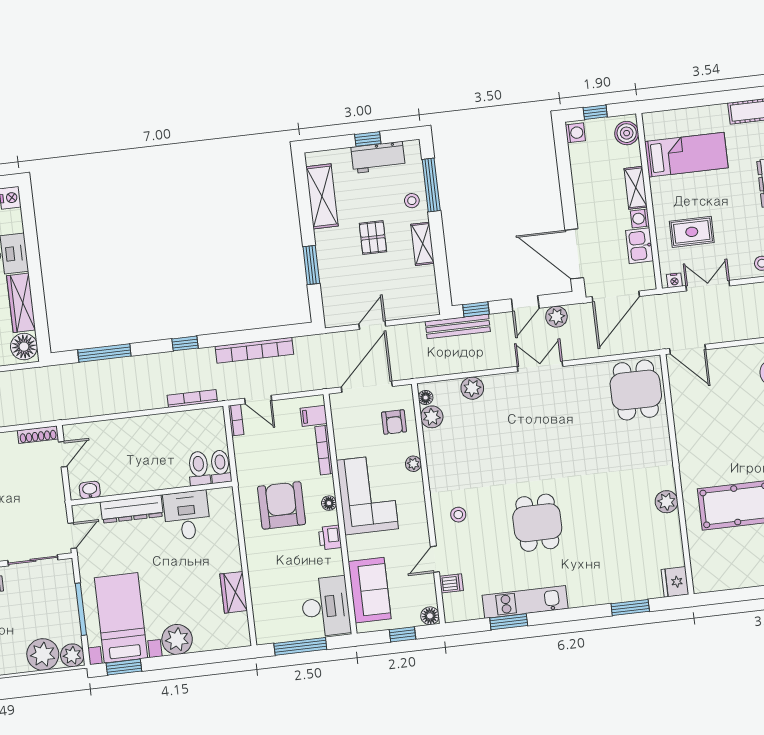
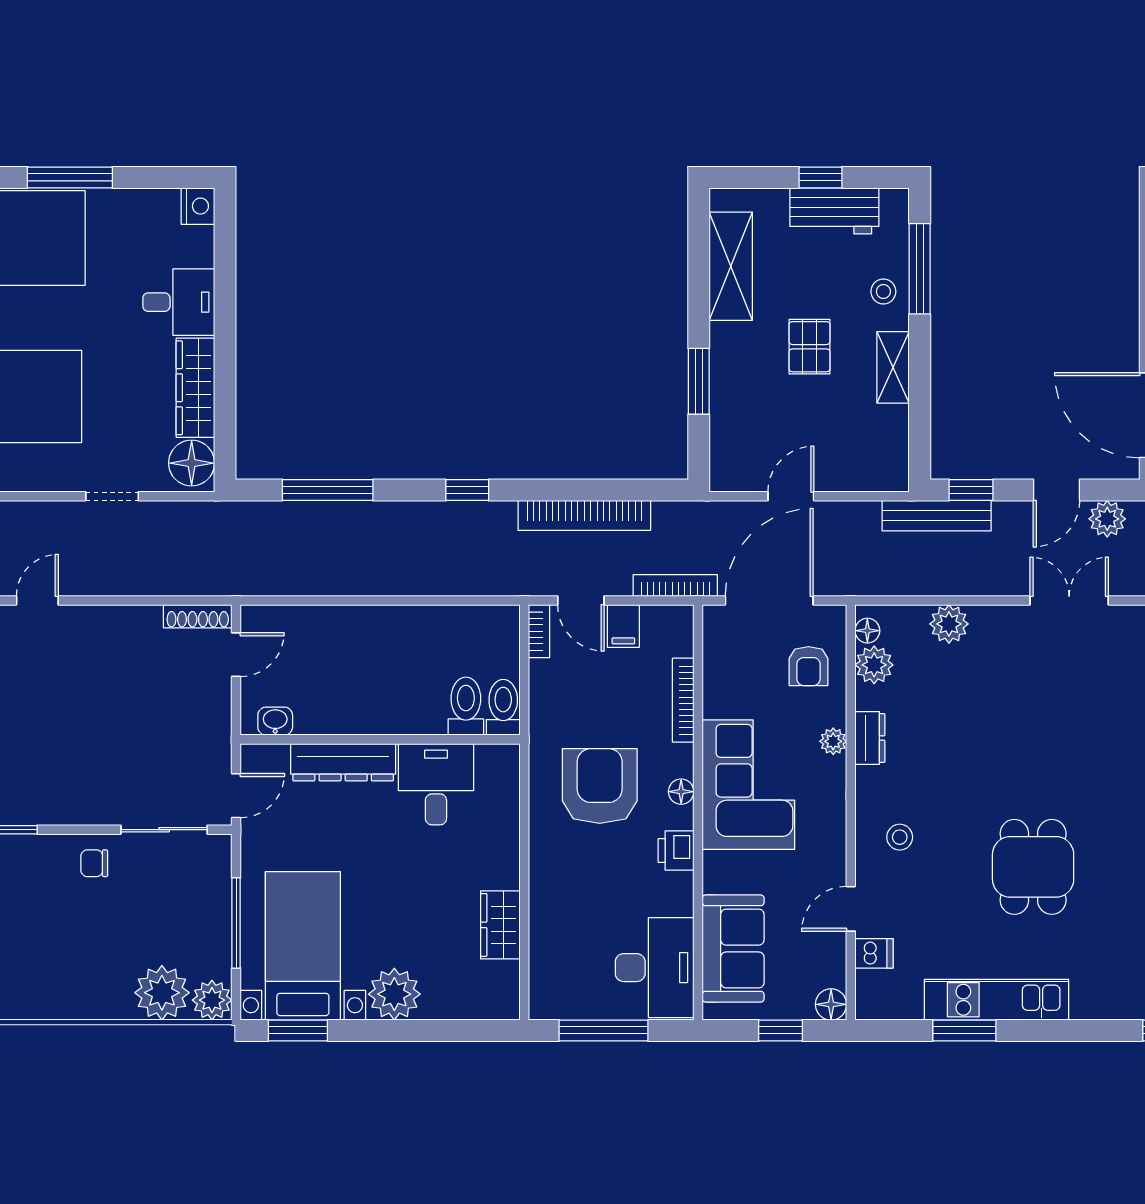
bookcase: (192, 399) -> (675, 586), moved
filing cabinet: (314, 416) -> (623, 626), moved, turned -90
dresser: (434, 459) -> (870, 738), added

